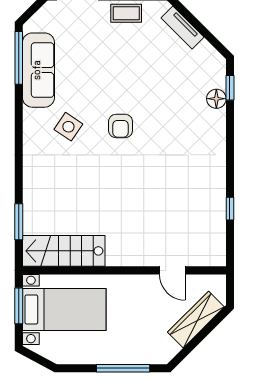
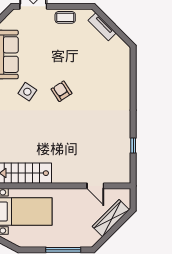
window: (230, 88) -> (133, 66), removed
floor lamp: (216, 99) -> (124, 73), removed
armchair: (121, 126) -> (61, 91), turned 147

